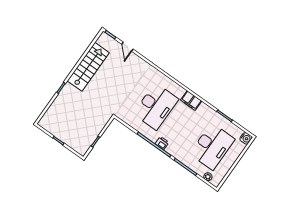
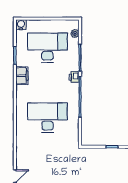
filing cabinet: (191, 101) -> (22, 76), moved
printer: (162, 143) -> (74, 77), moved

